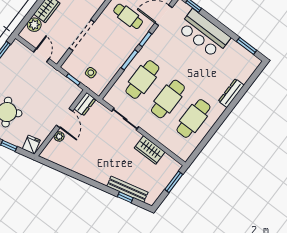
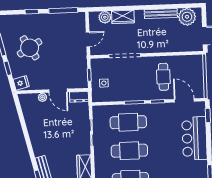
door: (65, 118) -> (58, 91), hinge flipped

